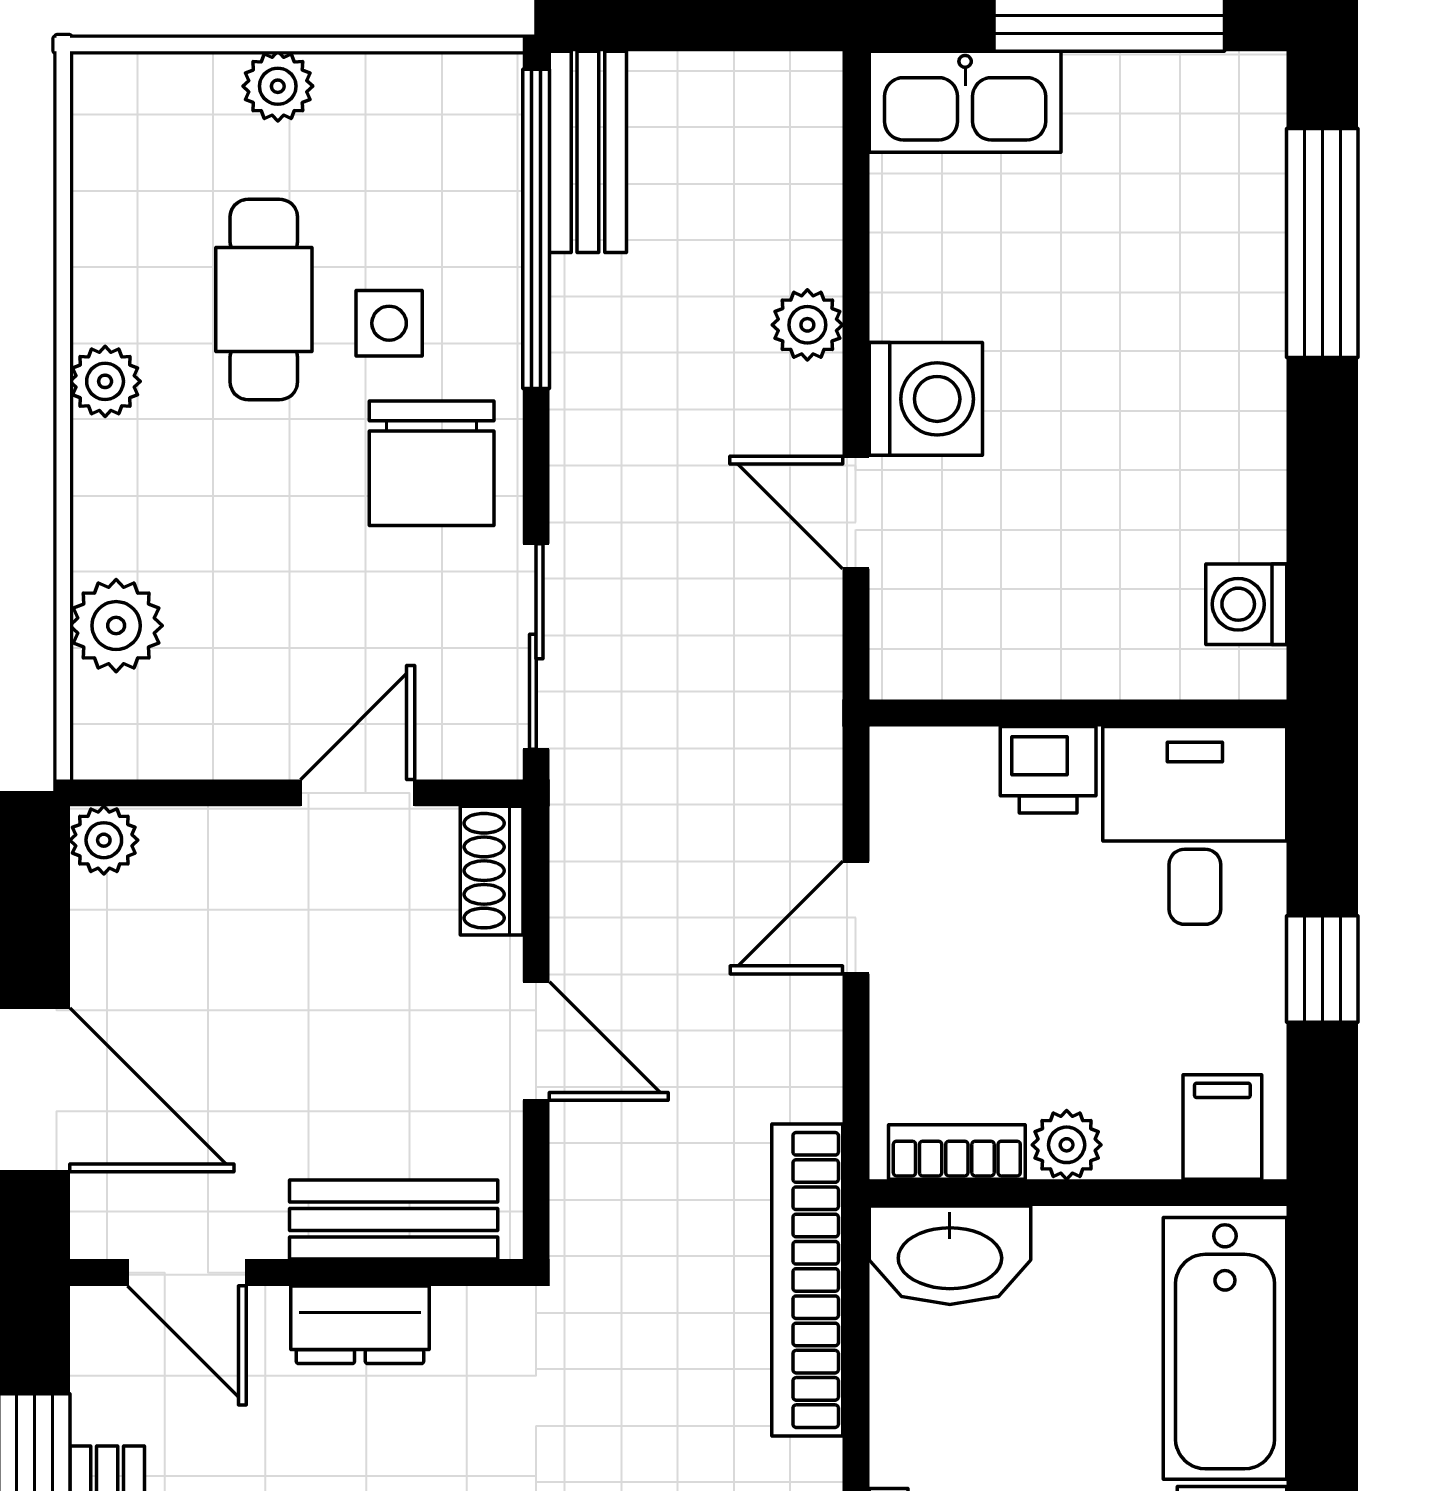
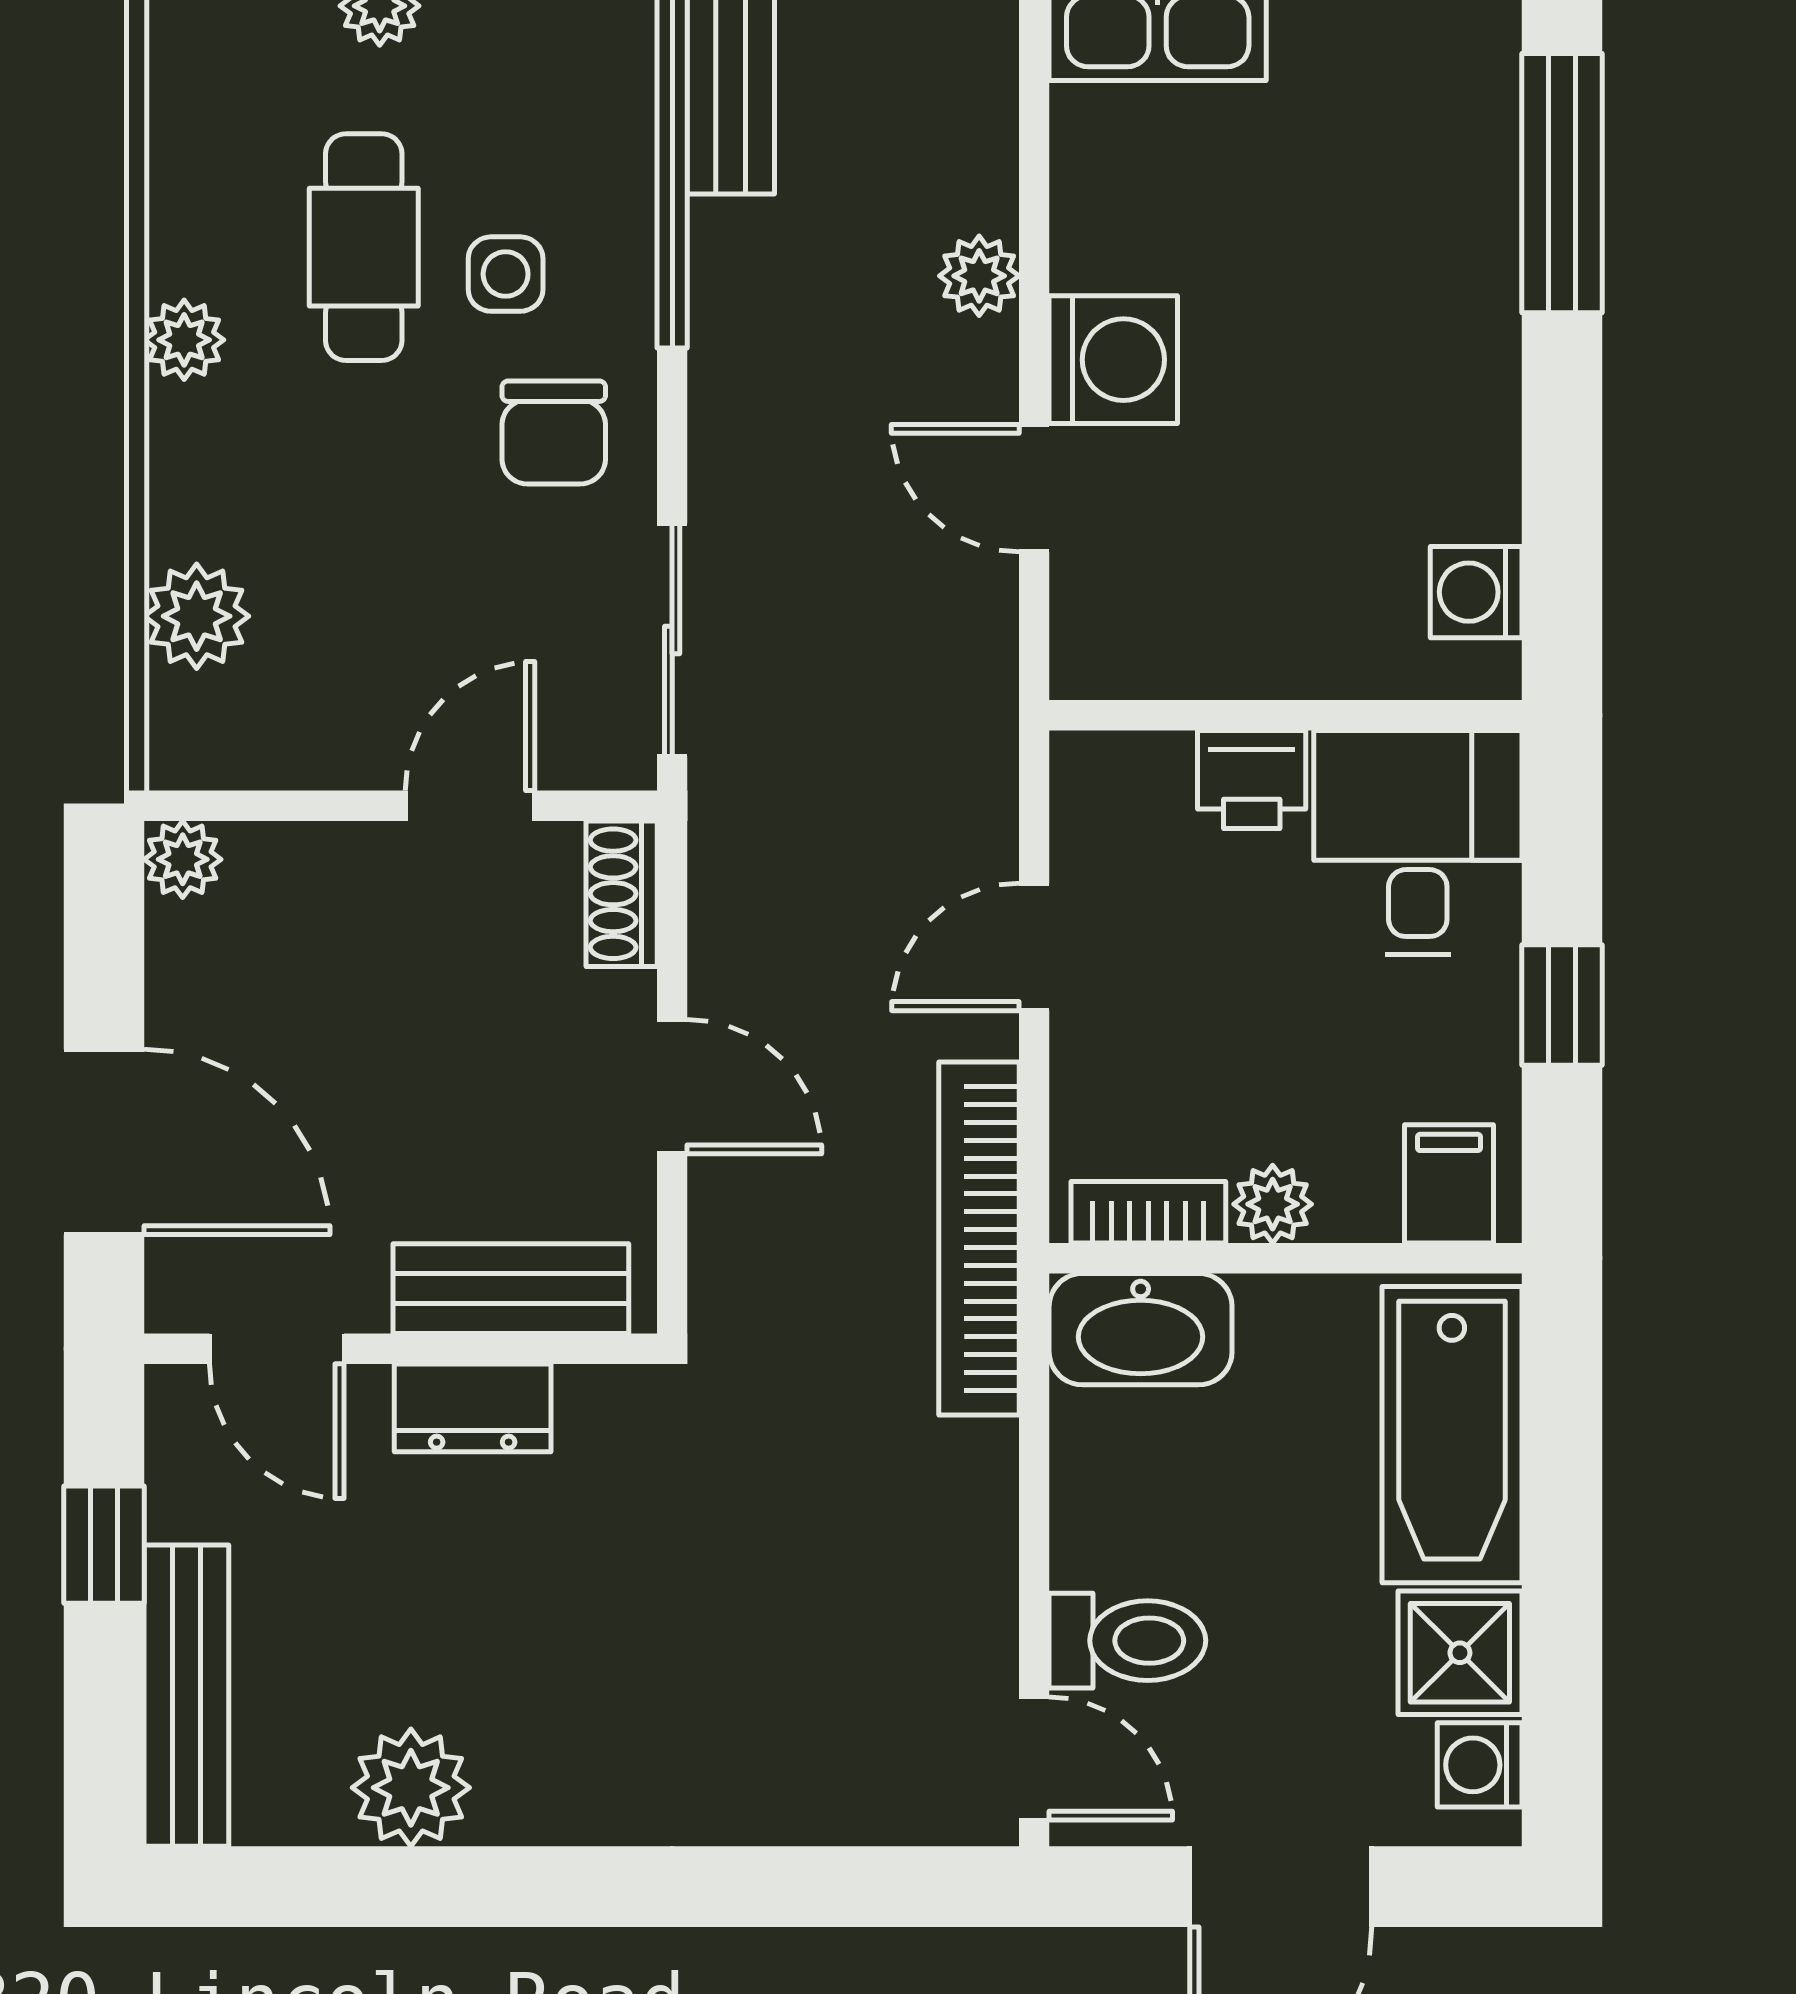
chair: (432, 463) -> (554, 433), width x0.73, depth x0.73
bookcase: (807, 1280) -> (979, 1239), moved

